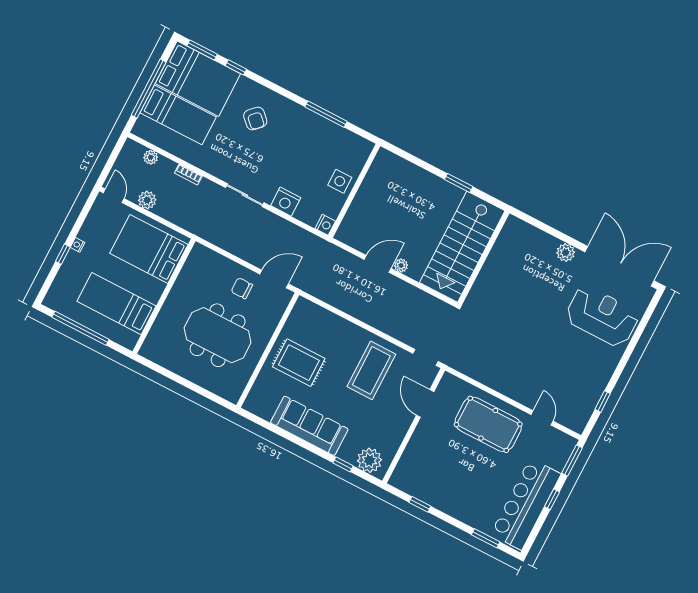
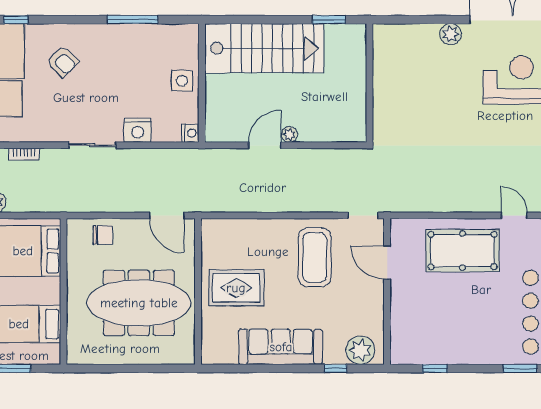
window: (459, 183) -> (329, 20), moved
stairs: (462, 247) -> (264, 48), moved, turned -90
door: (274, 279) -> (167, 215), swing flipped
chair: (242, 288) -> (103, 235), moved, turned 180
meeting table: (218, 335) -> (139, 303), width x1.36

